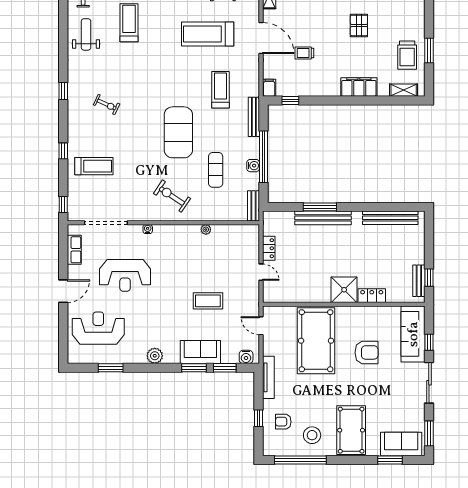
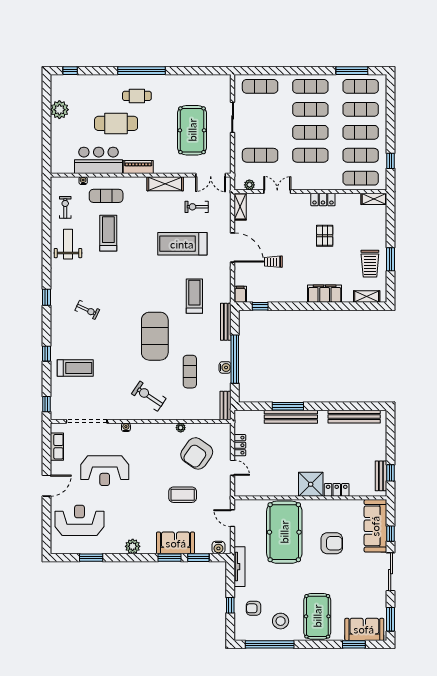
armchair: (223, 257) -> (197, 453), added

